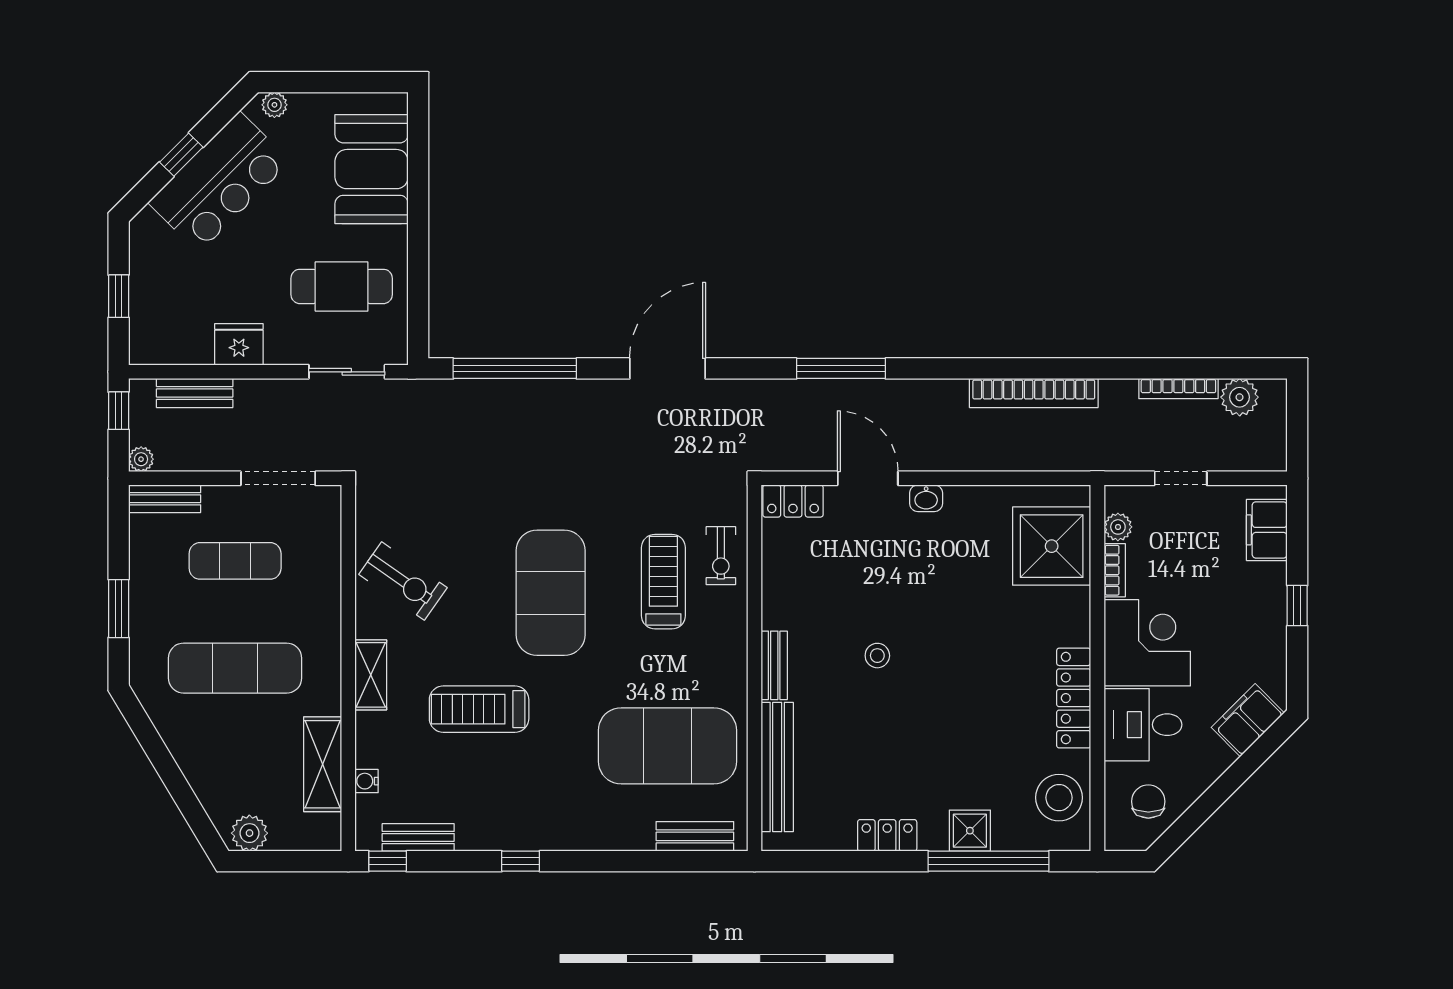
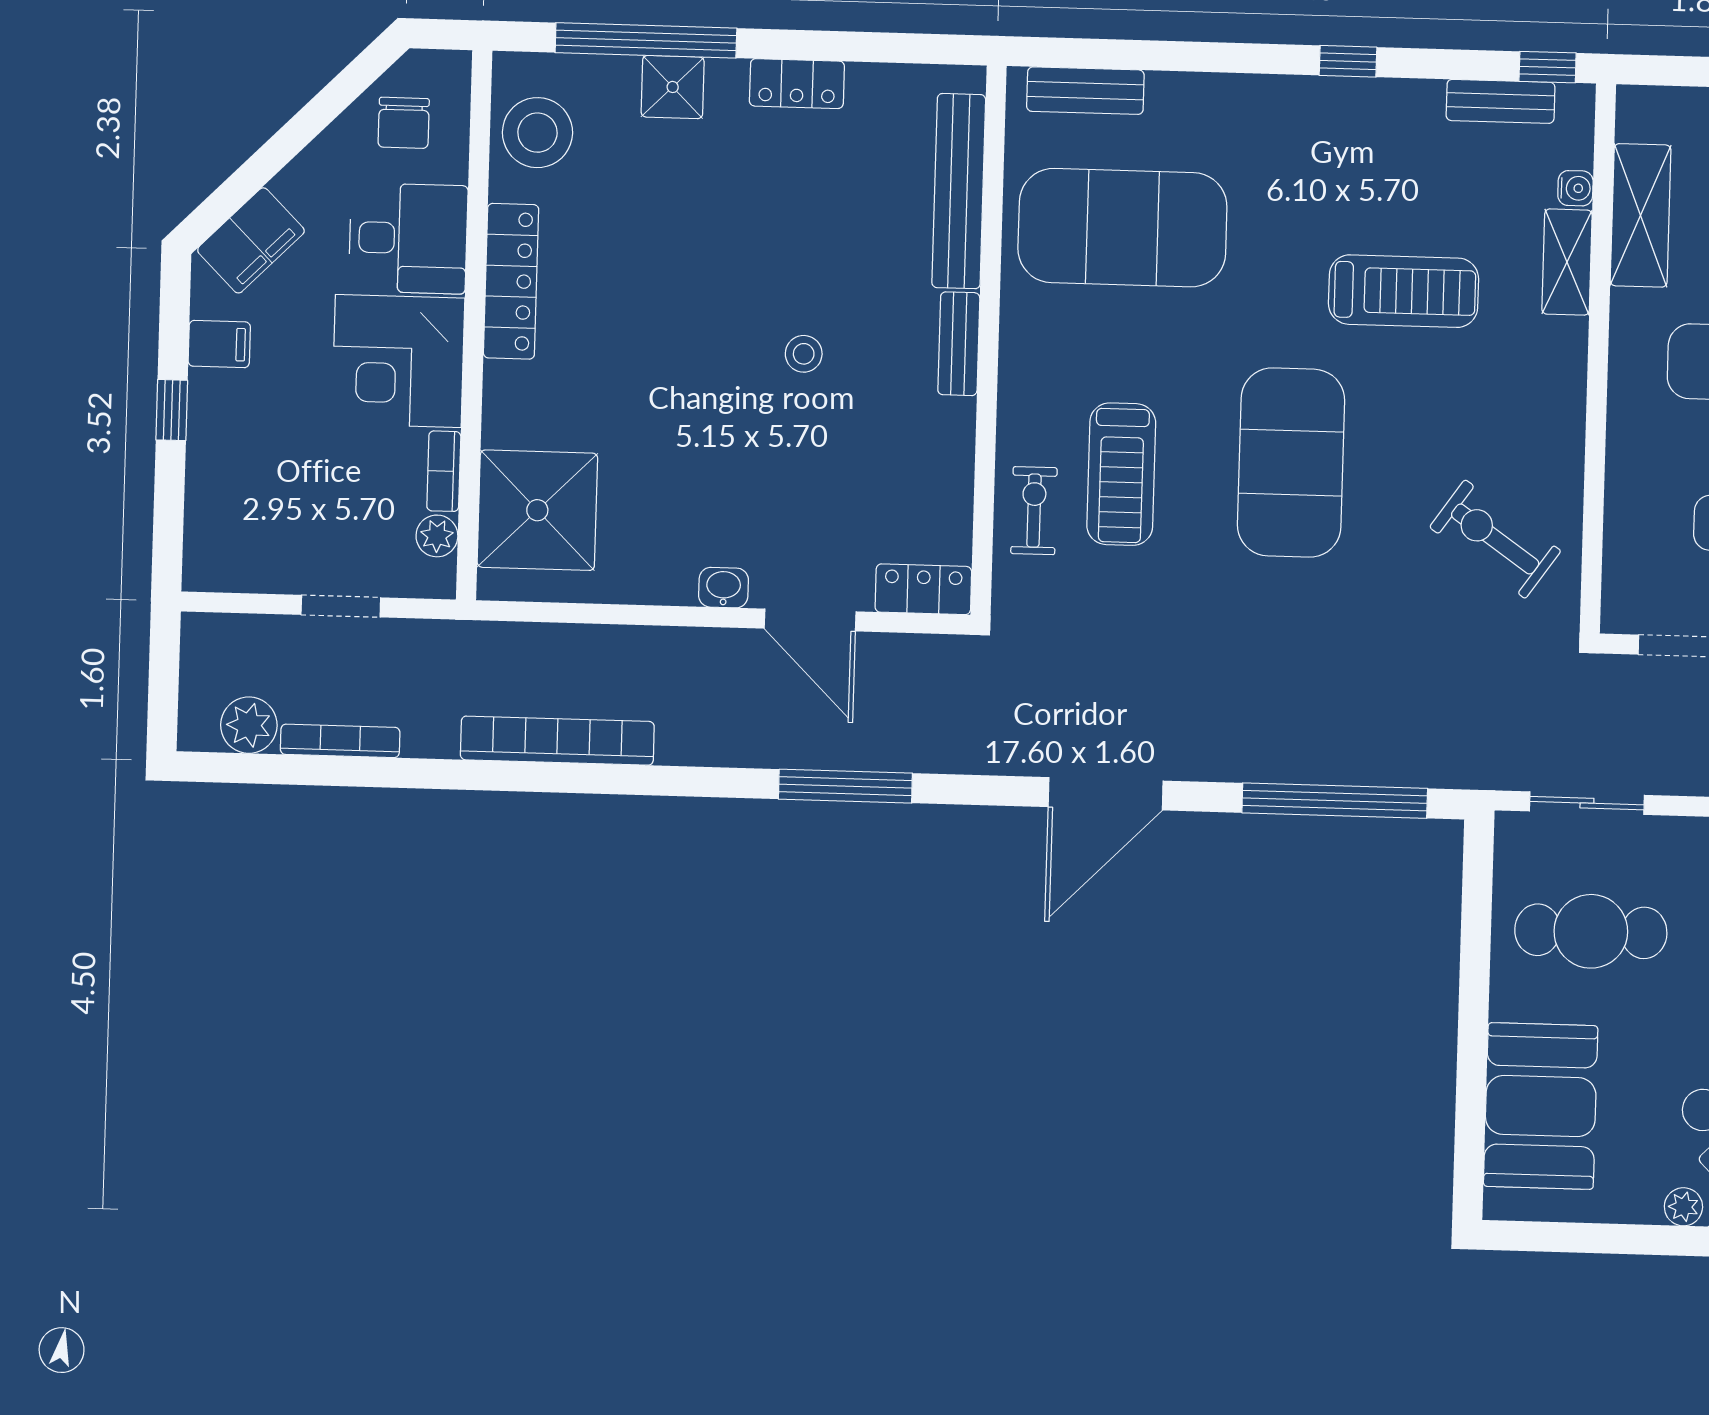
filing cabinet: (1267, 530) -> (219, 344), moved, width x0.50
exercise bike: (403, 581) -> (1495, 539), moved
shelving: (371, 675) -> (1567, 262), moved

